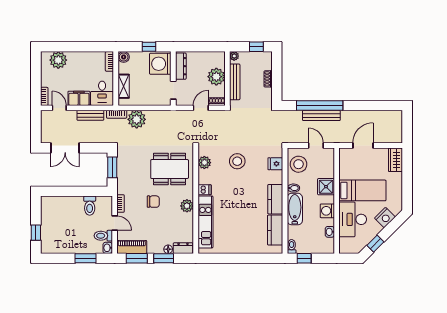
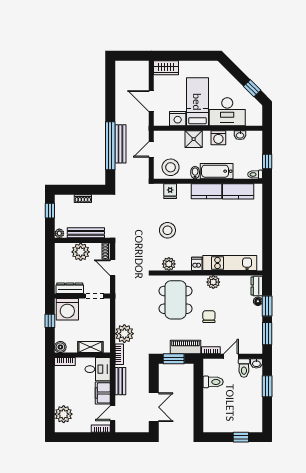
nightstand: (385, 218) -> (178, 119), moved, turned 135
piano: (132, 247) -> (186, 347), moved, turned 90

